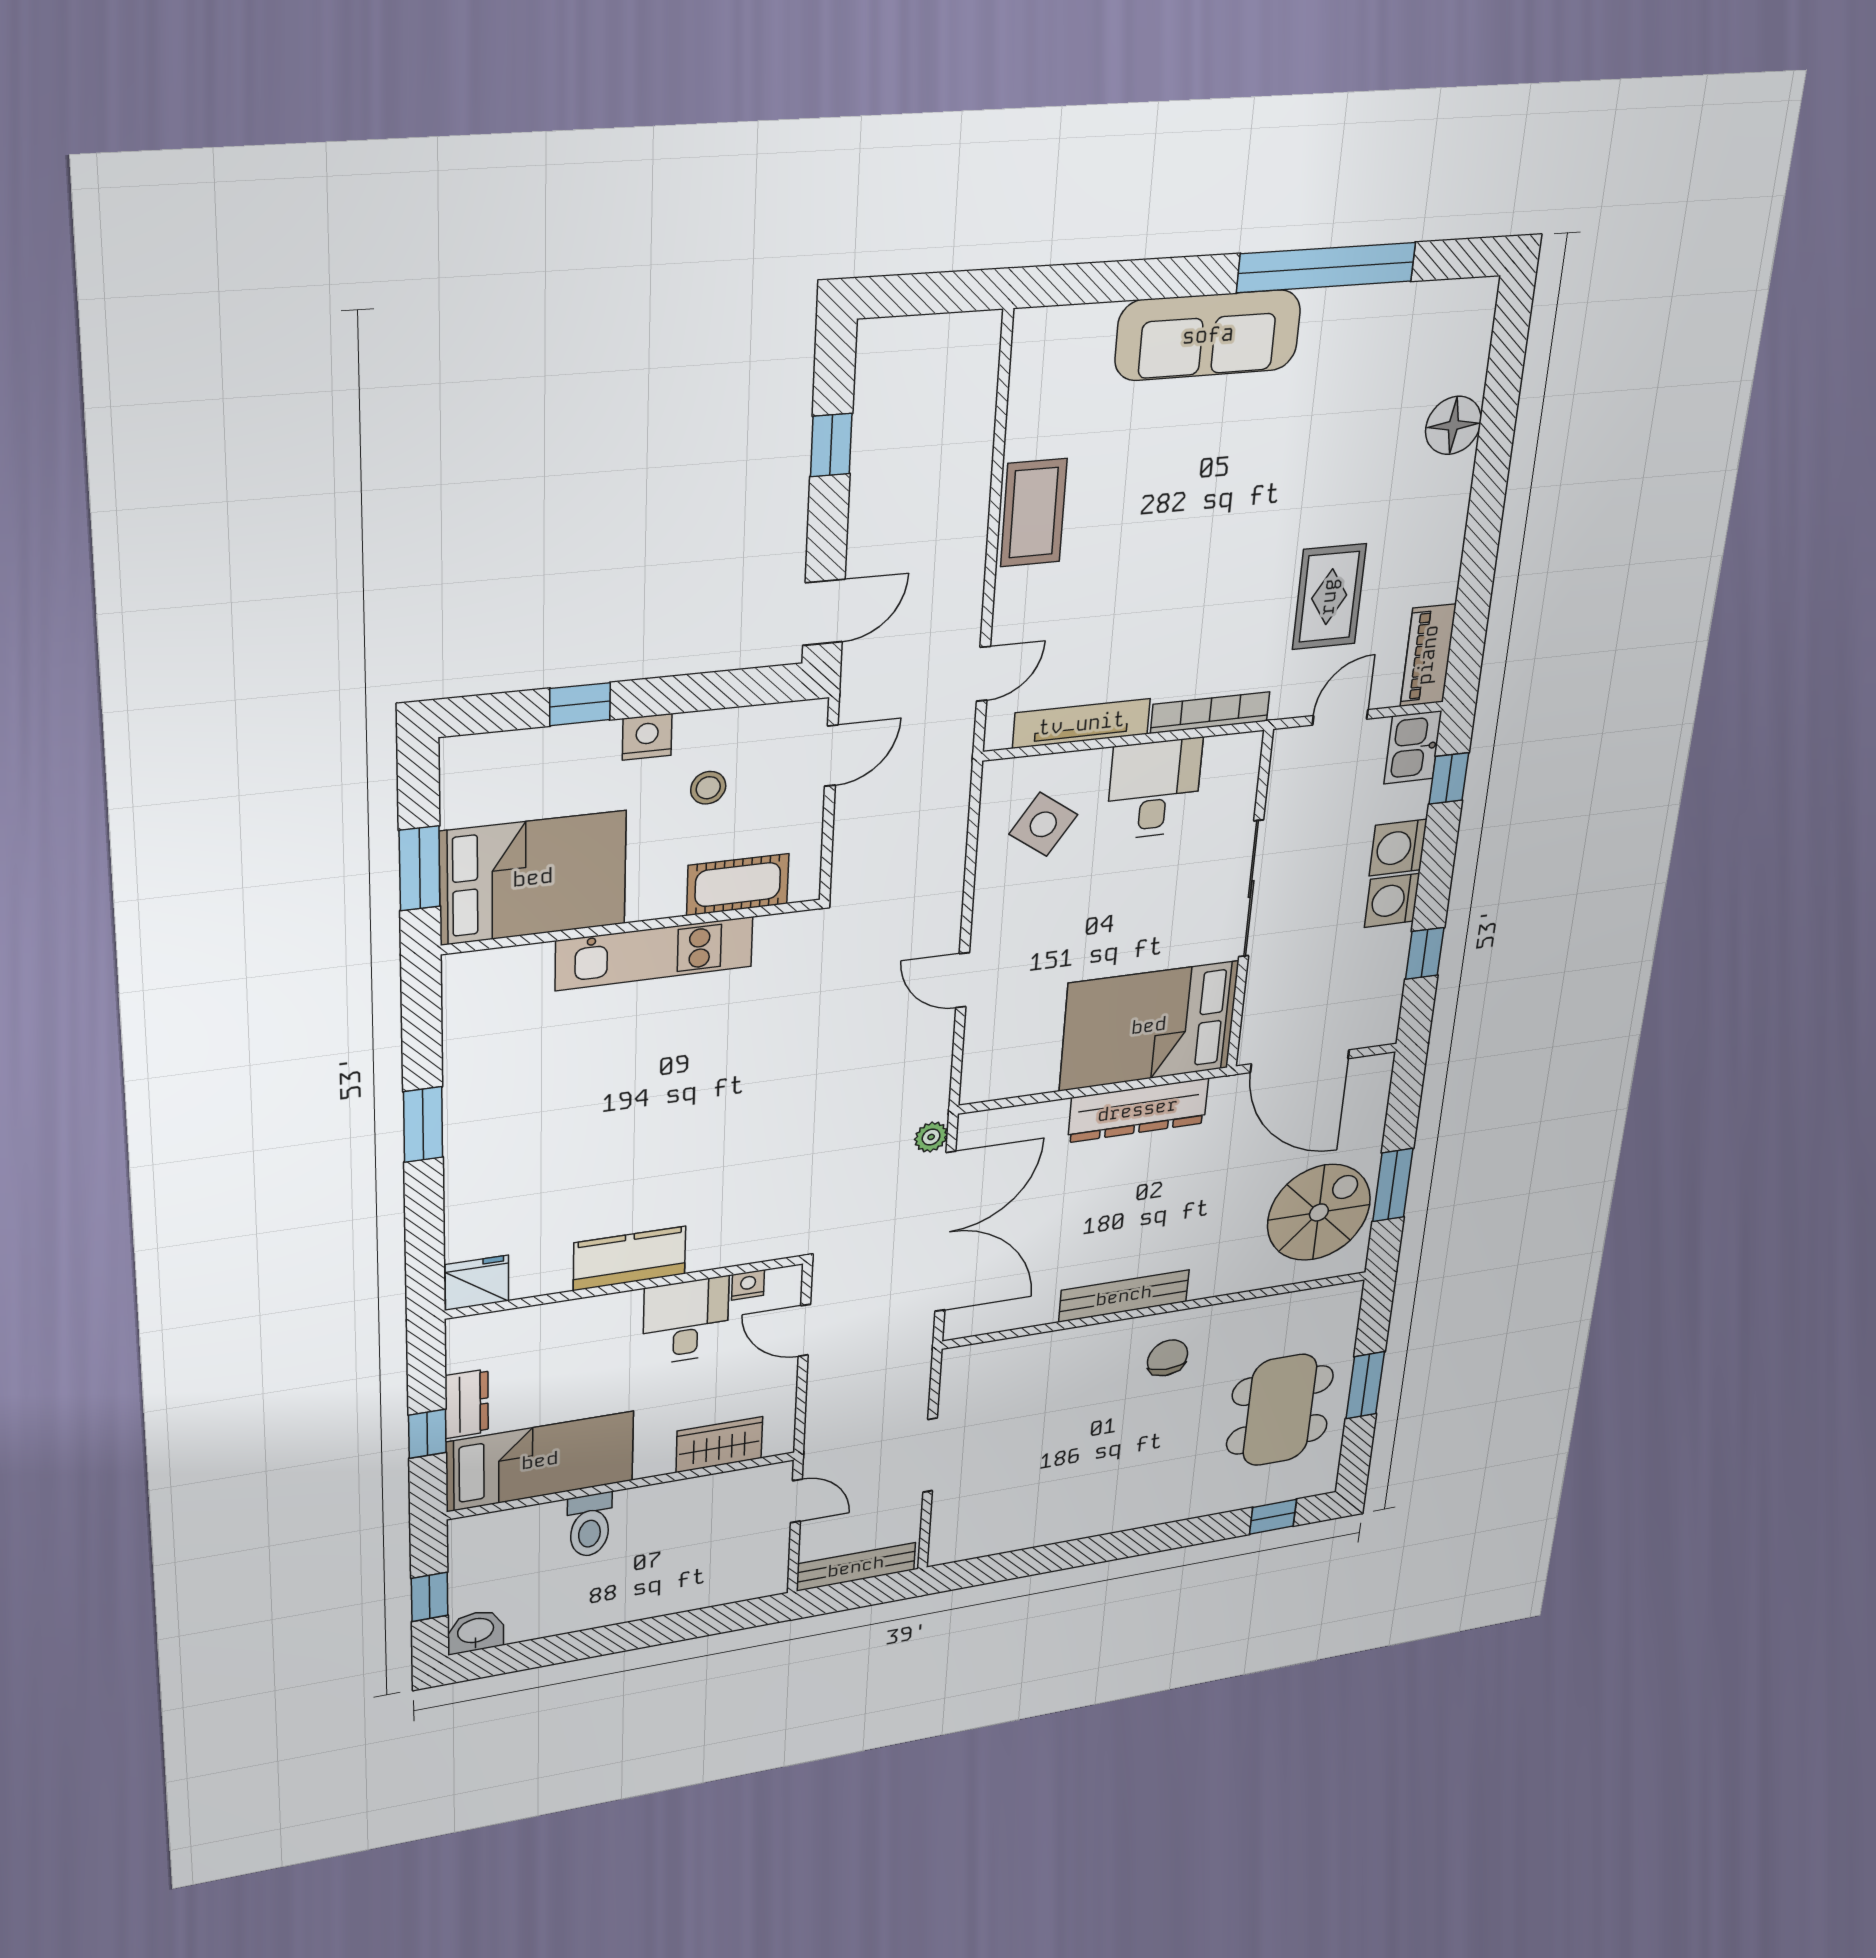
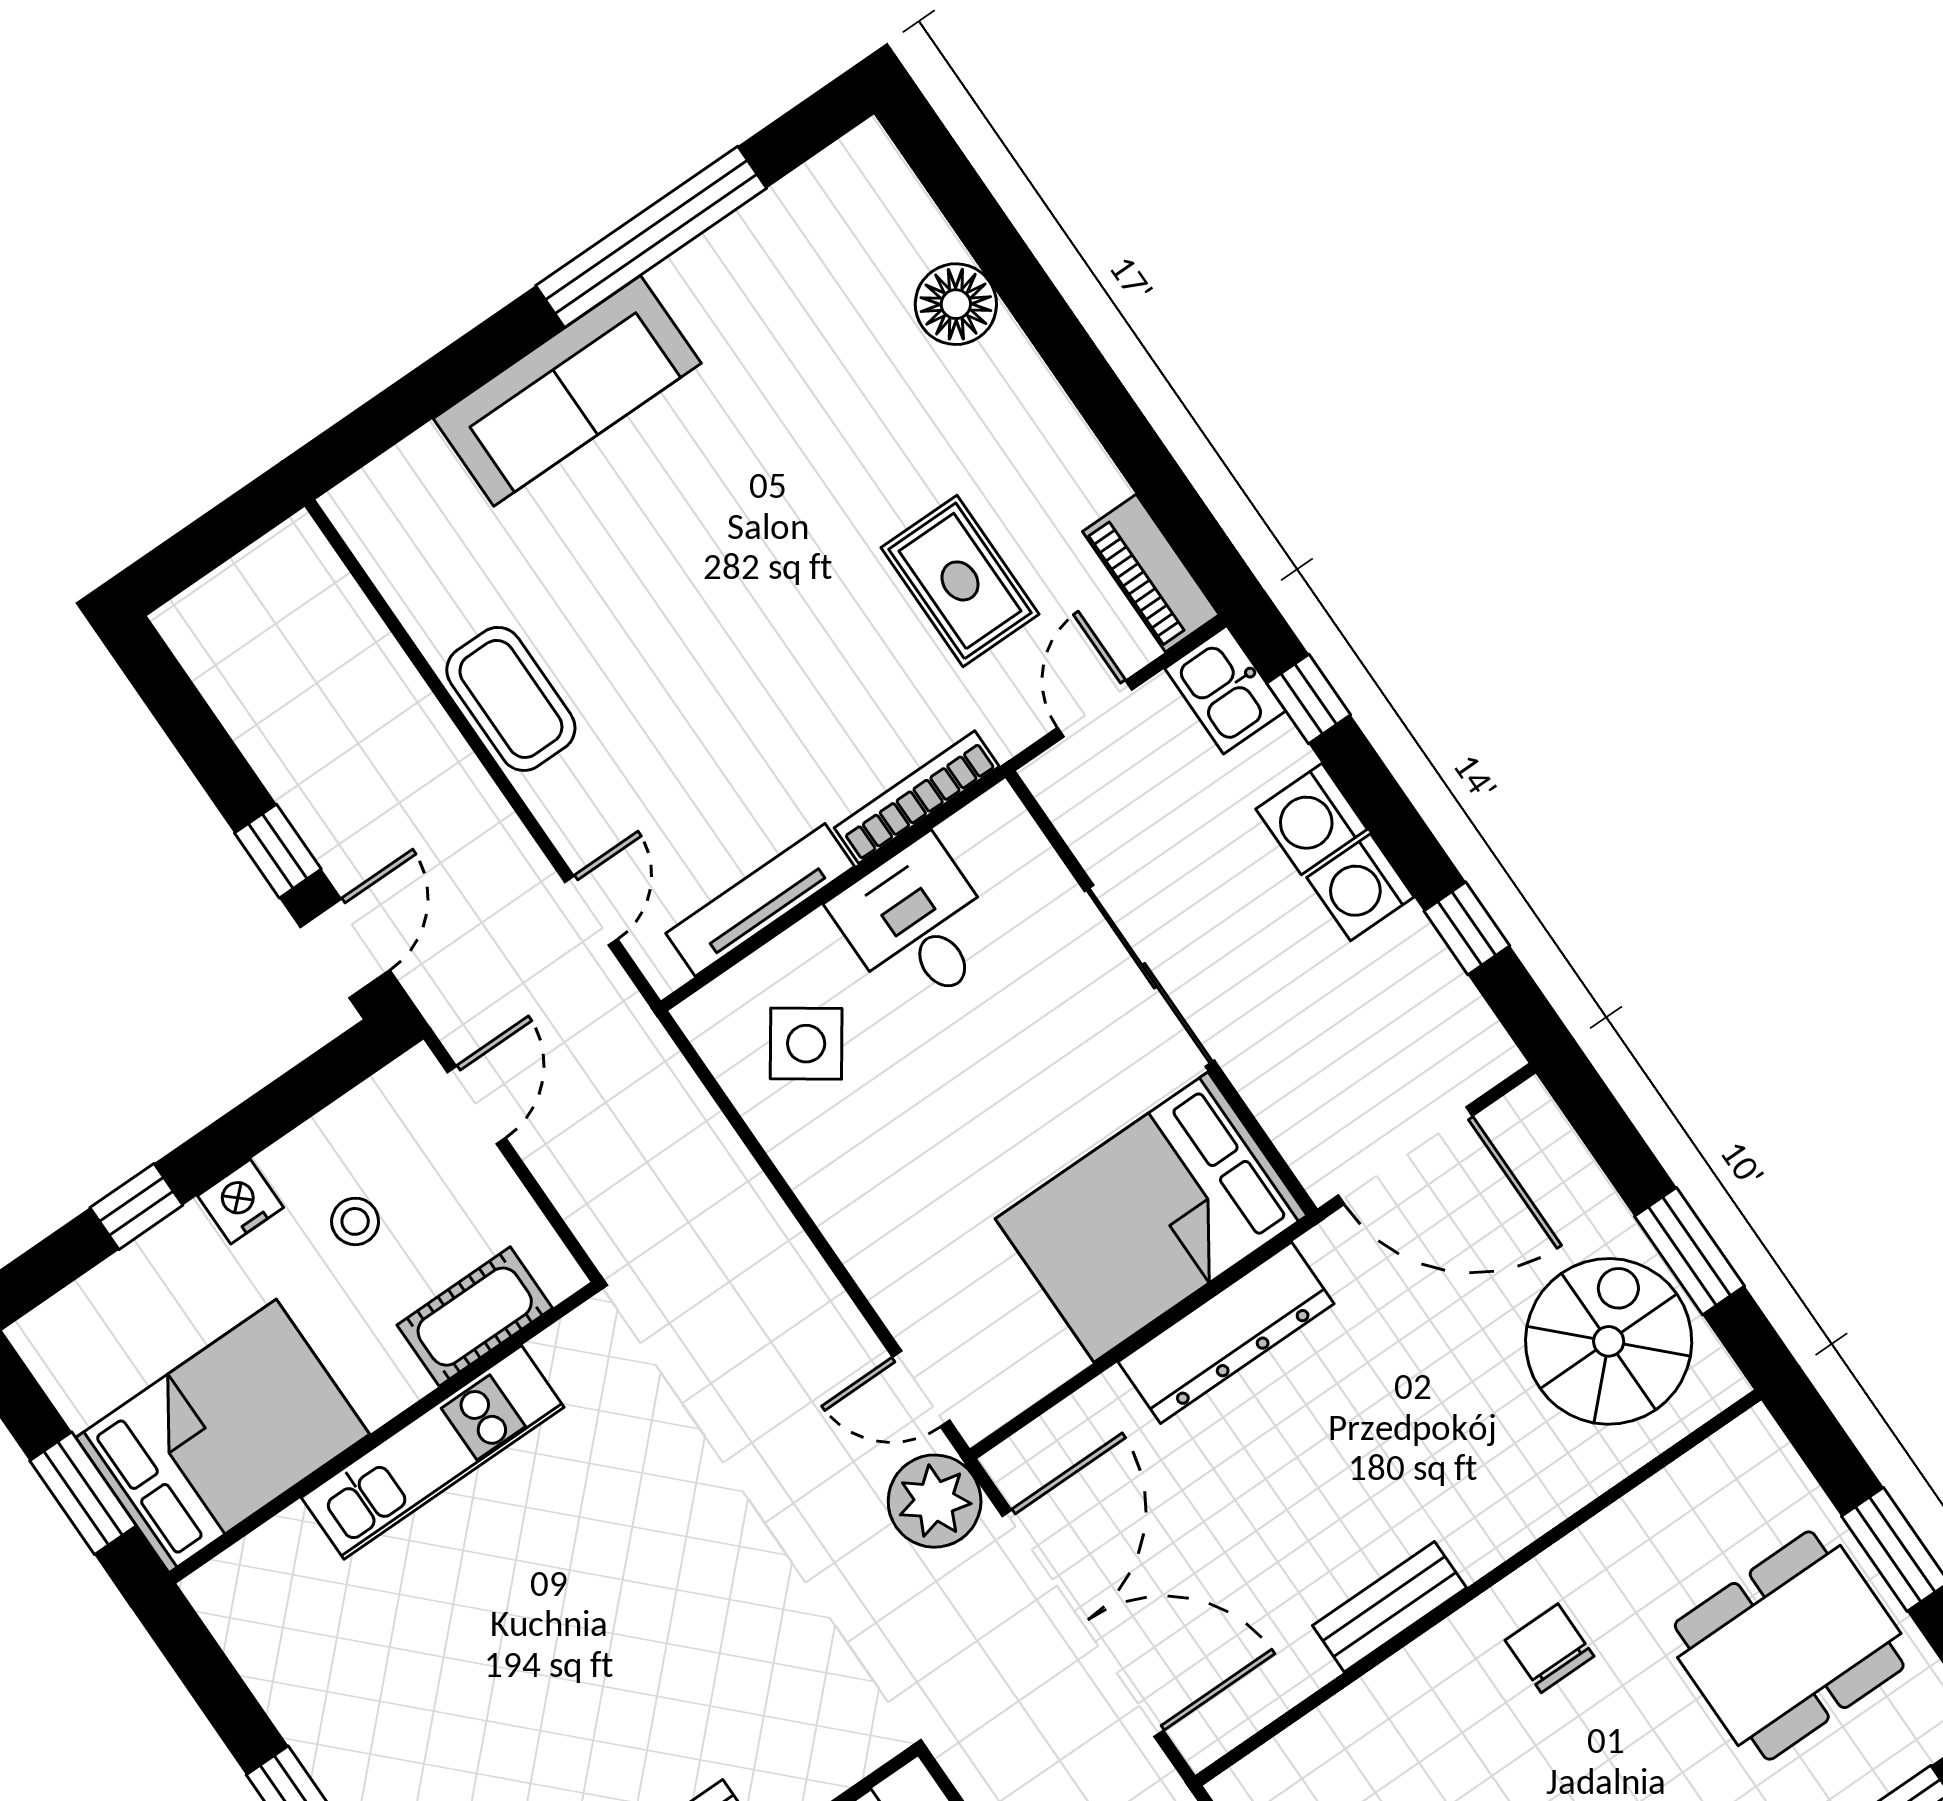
window: (831, 445) -> (278, 851), moved
door: (963, 980) -> (921, 1389), moved
plant: (931, 1137) -> (935, 1501), width x1.87, depth x1.87
bench: (1124, 1296) -> (1389, 1607), width x0.73
dining table: (1280, 1410) -> (1789, 1645), turned 90

